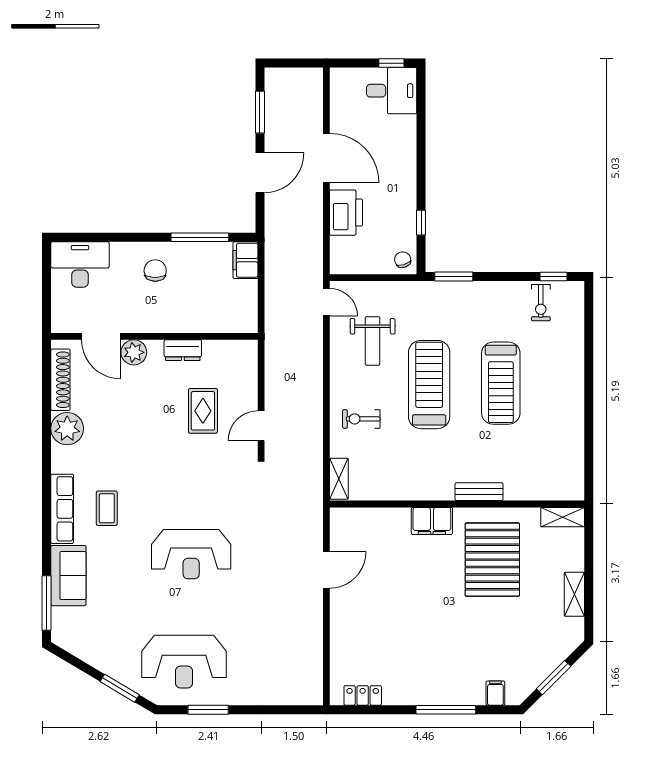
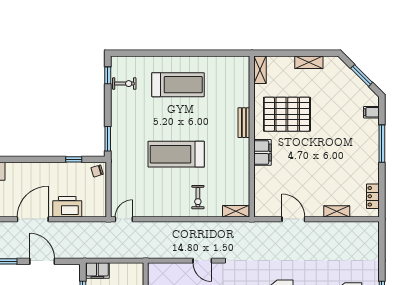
weight bench: (373, 341) -> (149, 190), removed
treadmill: (501, 383) -> (178, 85), moved
shelving: (339, 638) -> (337, 211), added

